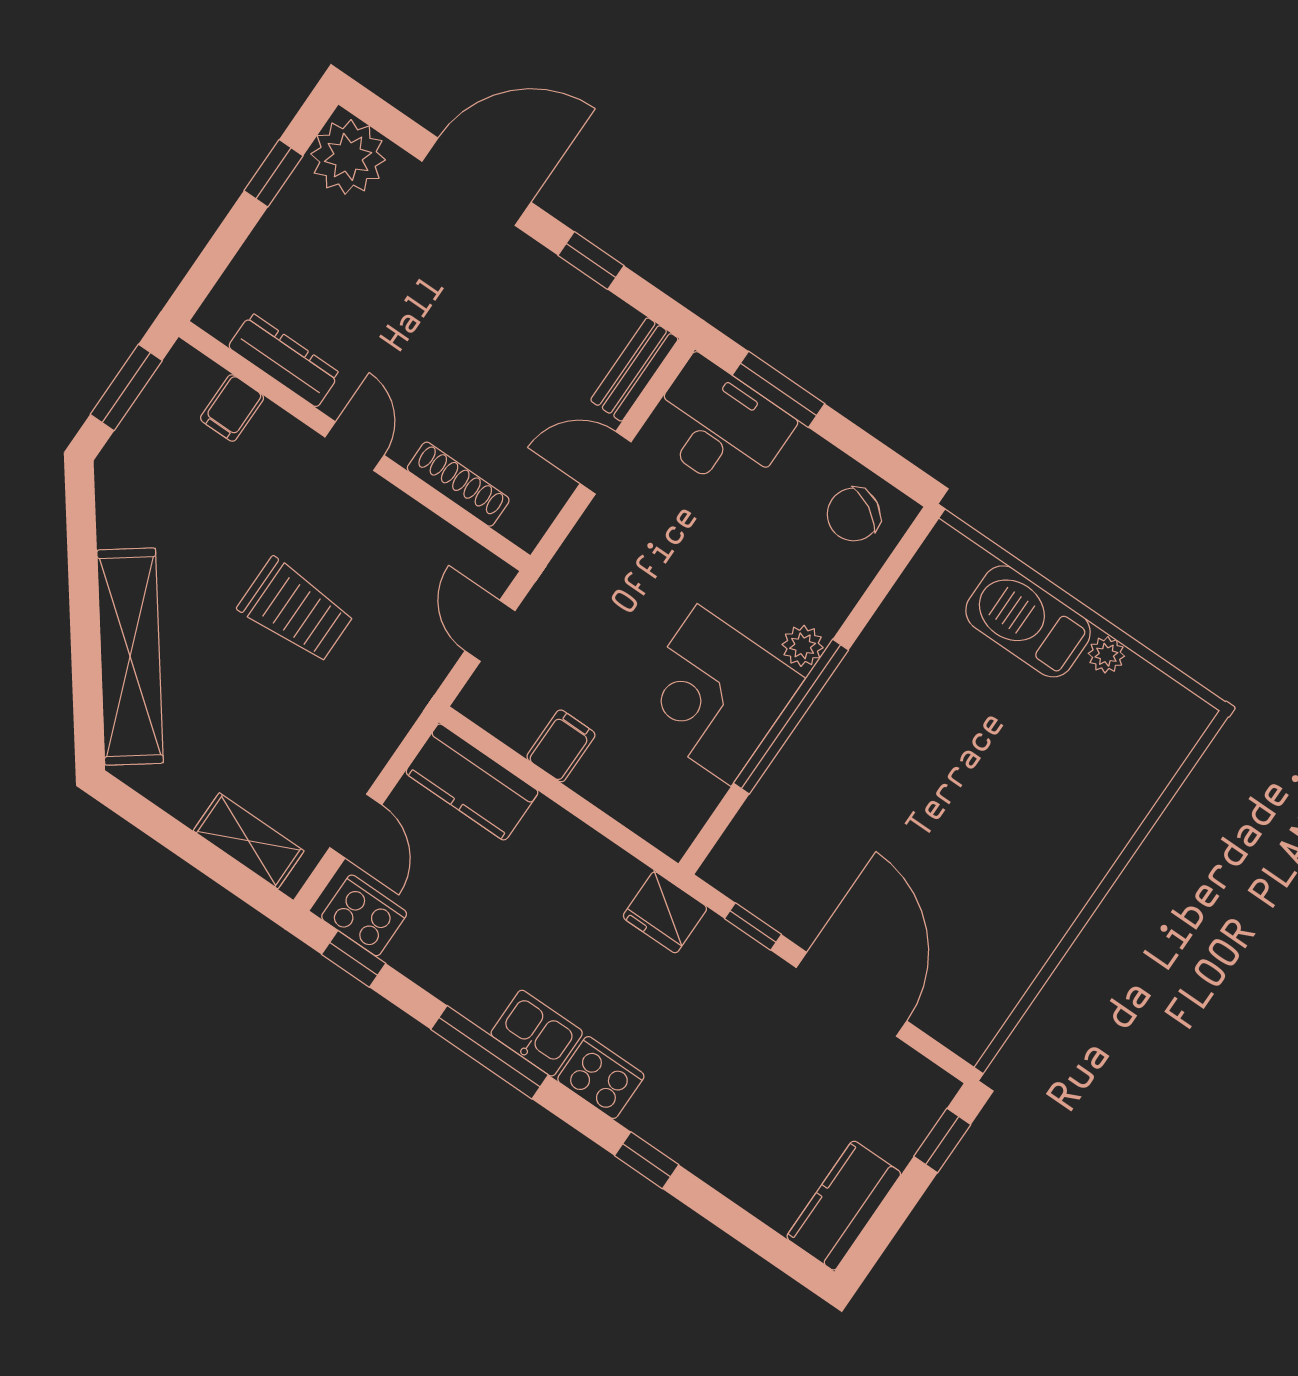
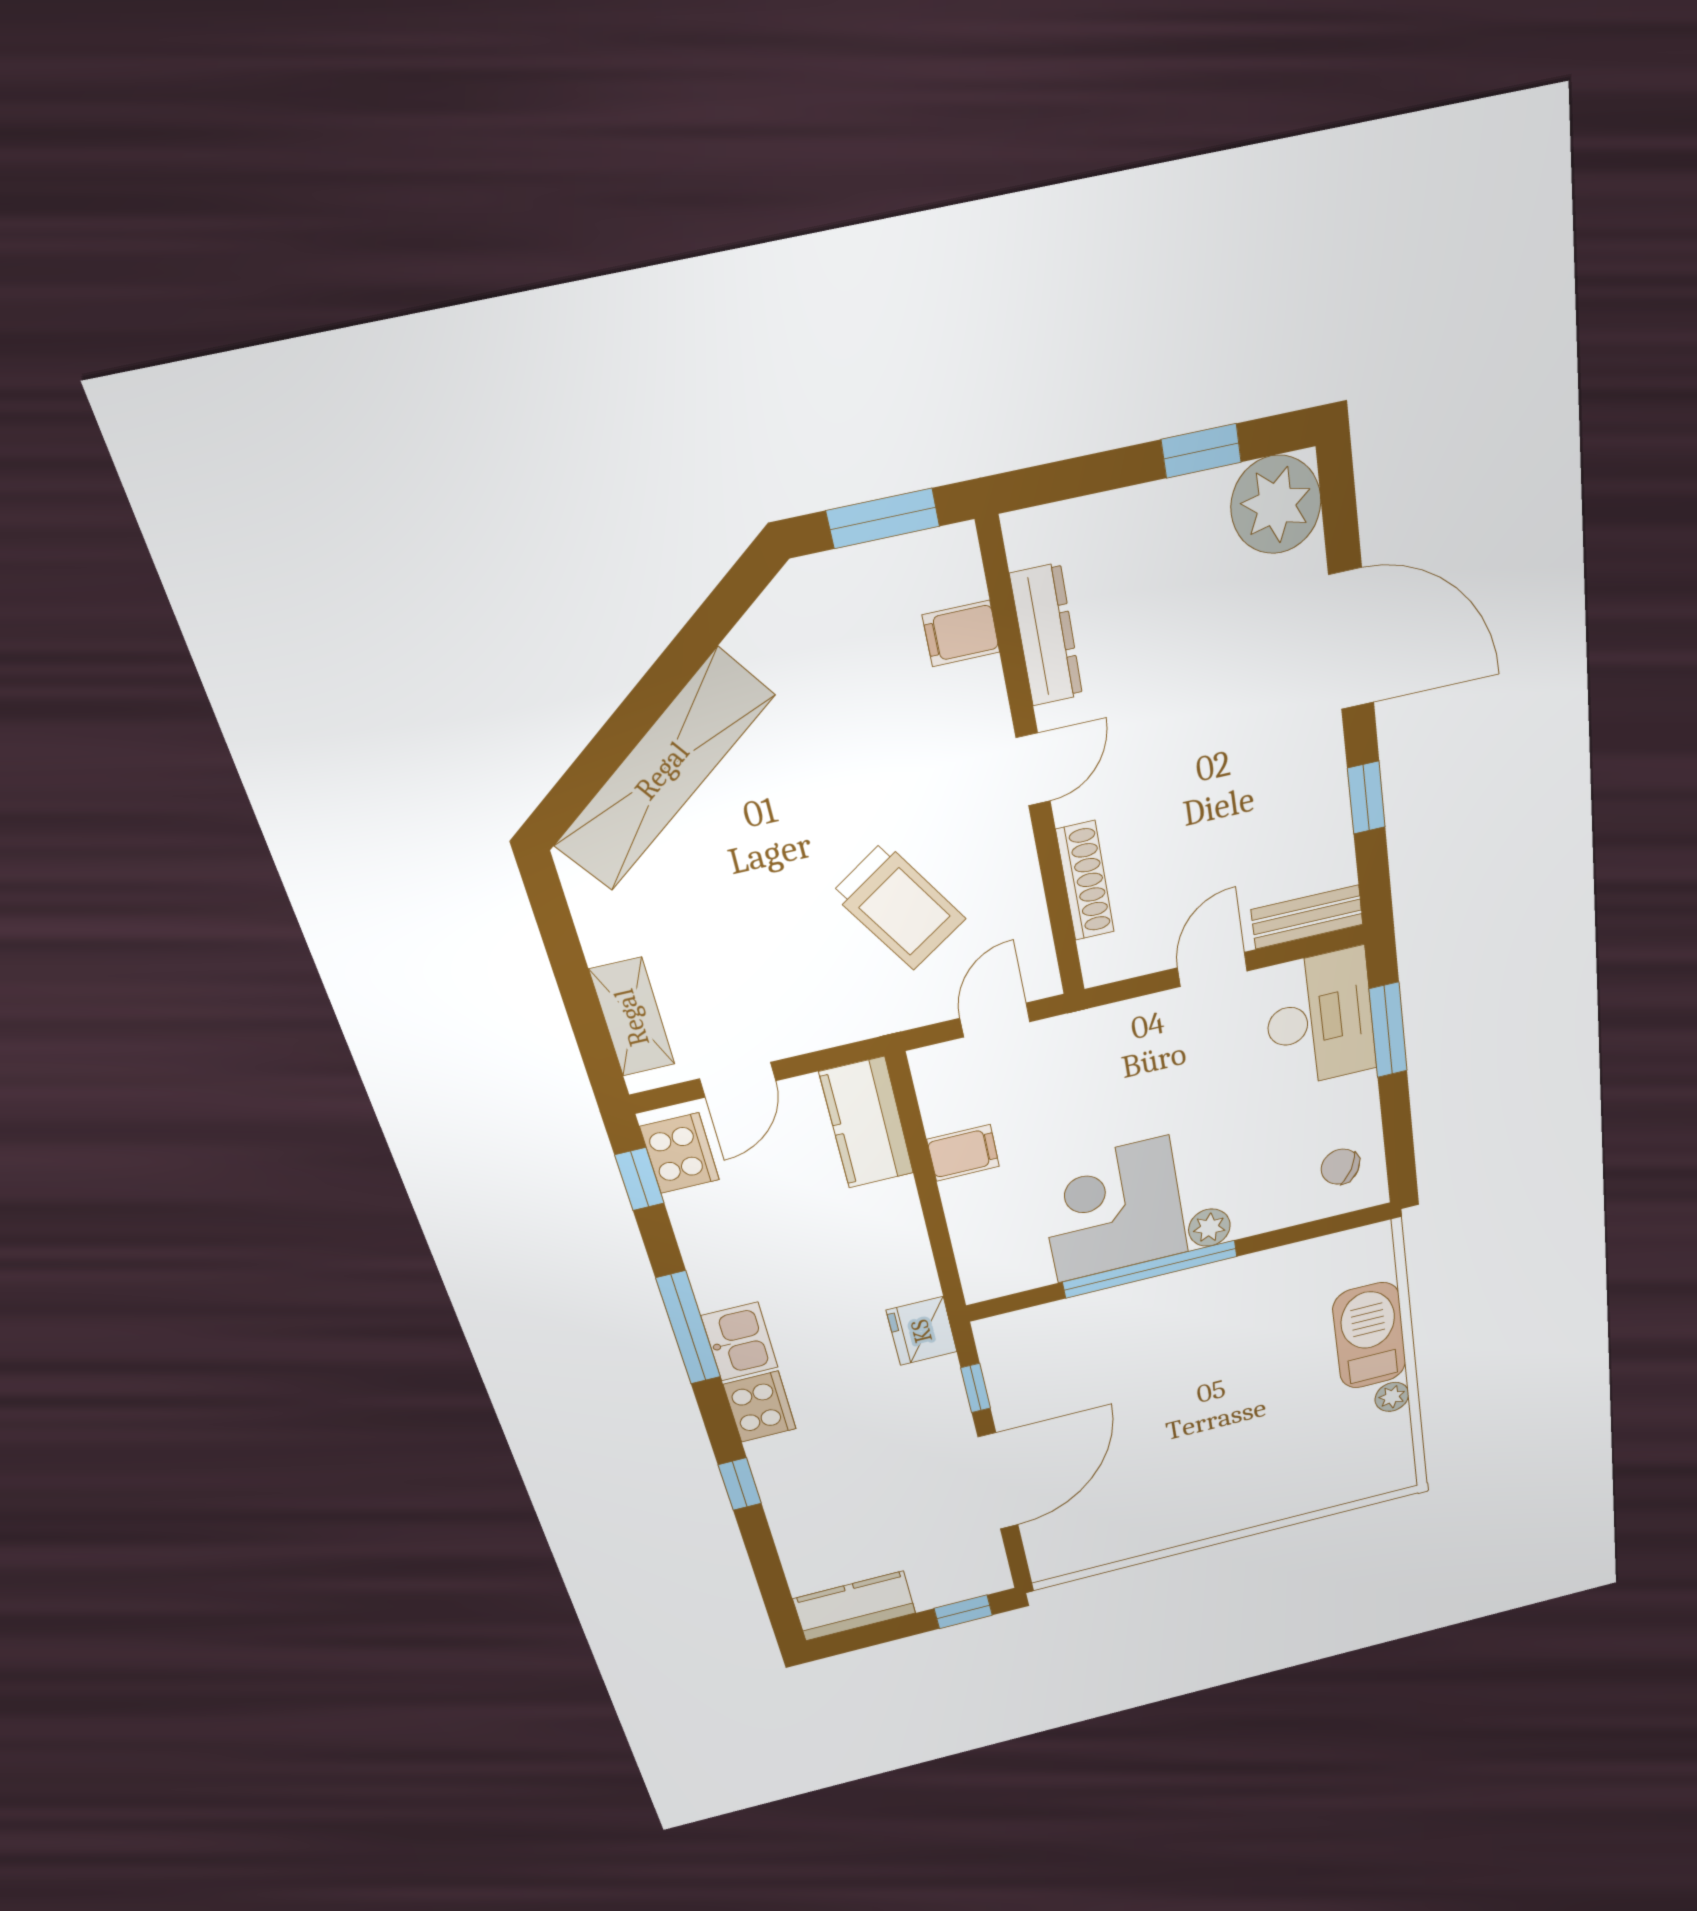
door: (606, 463) -> (1212, 969), hinge flipped
chair: (854, 514) -> (1340, 1167), width x0.73, depth x0.73
trolley: (296, 610) -> (899, 906), moved, turned -33

